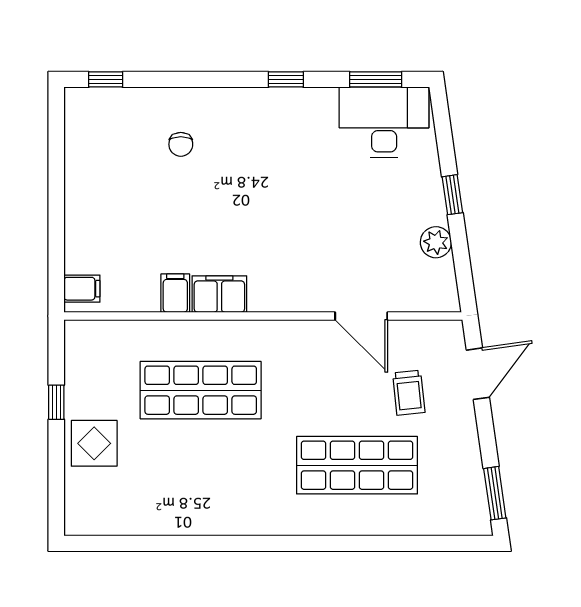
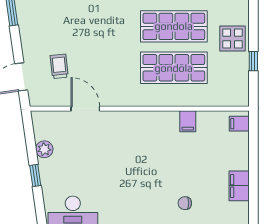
chair: (181, 144) -> (185, 203), turned -90
filing cabinet: (219, 294) -> (239, 186), moved, turned 90
shop shelf: (357, 465) -> (174, 26), moved

